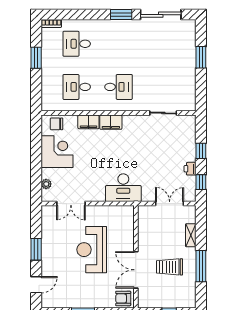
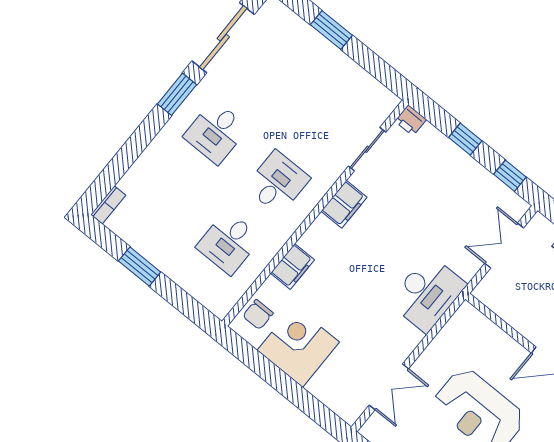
desk: (77, 44) -> (216, 132), moved
filing cabinet: (111, 122) -> (344, 204), moved
printer: (190, 169) -> (410, 120), moved
plant: (46, 184) -> (332, 399), removed

